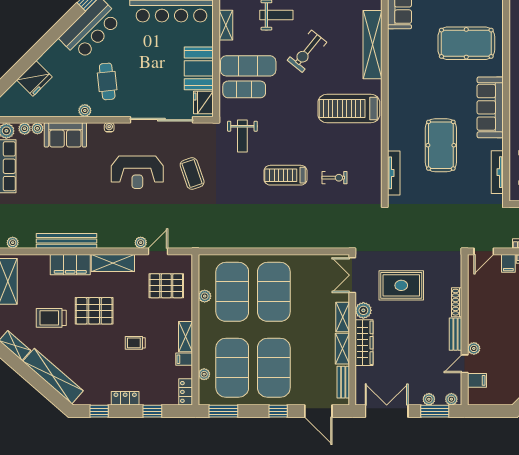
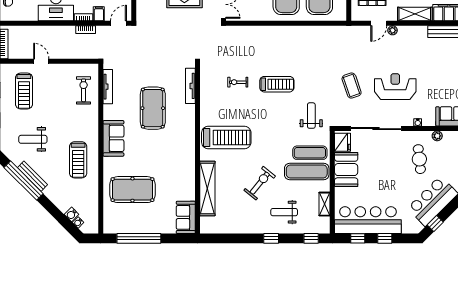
sofa: (490, 107) -> (113, 138), width x0.73

